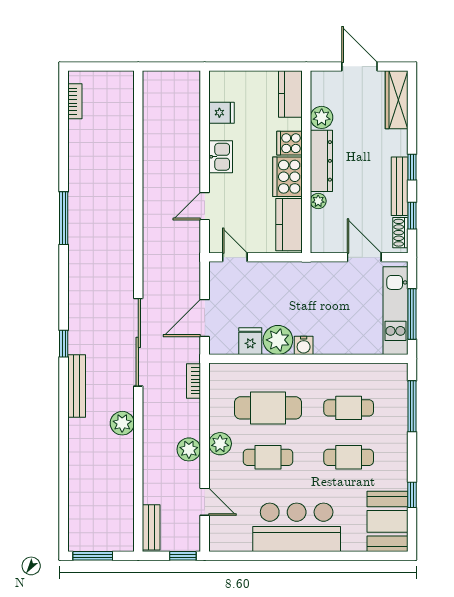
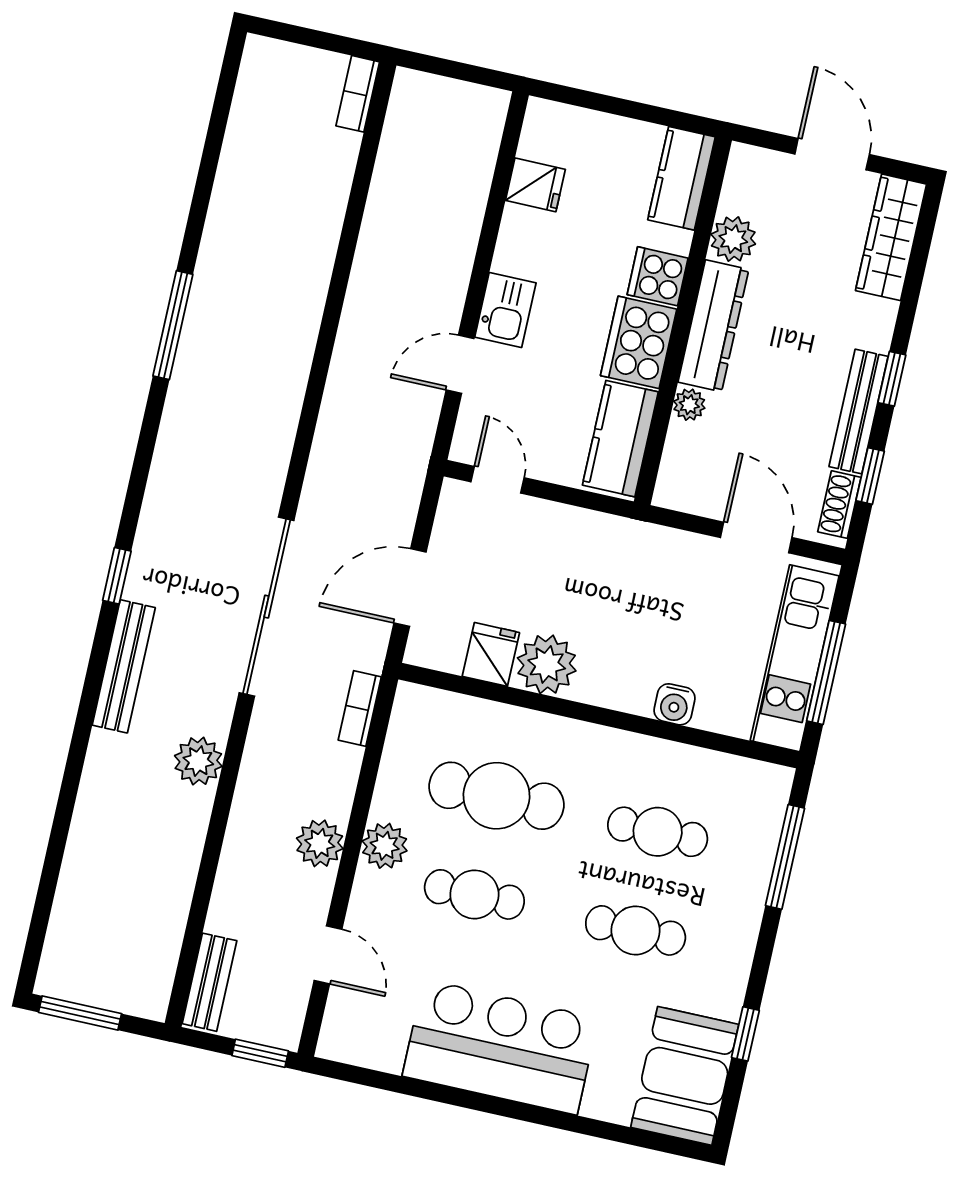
bookcase: (75, 101) -> (358, 94), moved, turned 180
kitchen sink: (221, 157) -> (505, 310), moved
water cooler: (304, 345) -> (675, 704), moved

